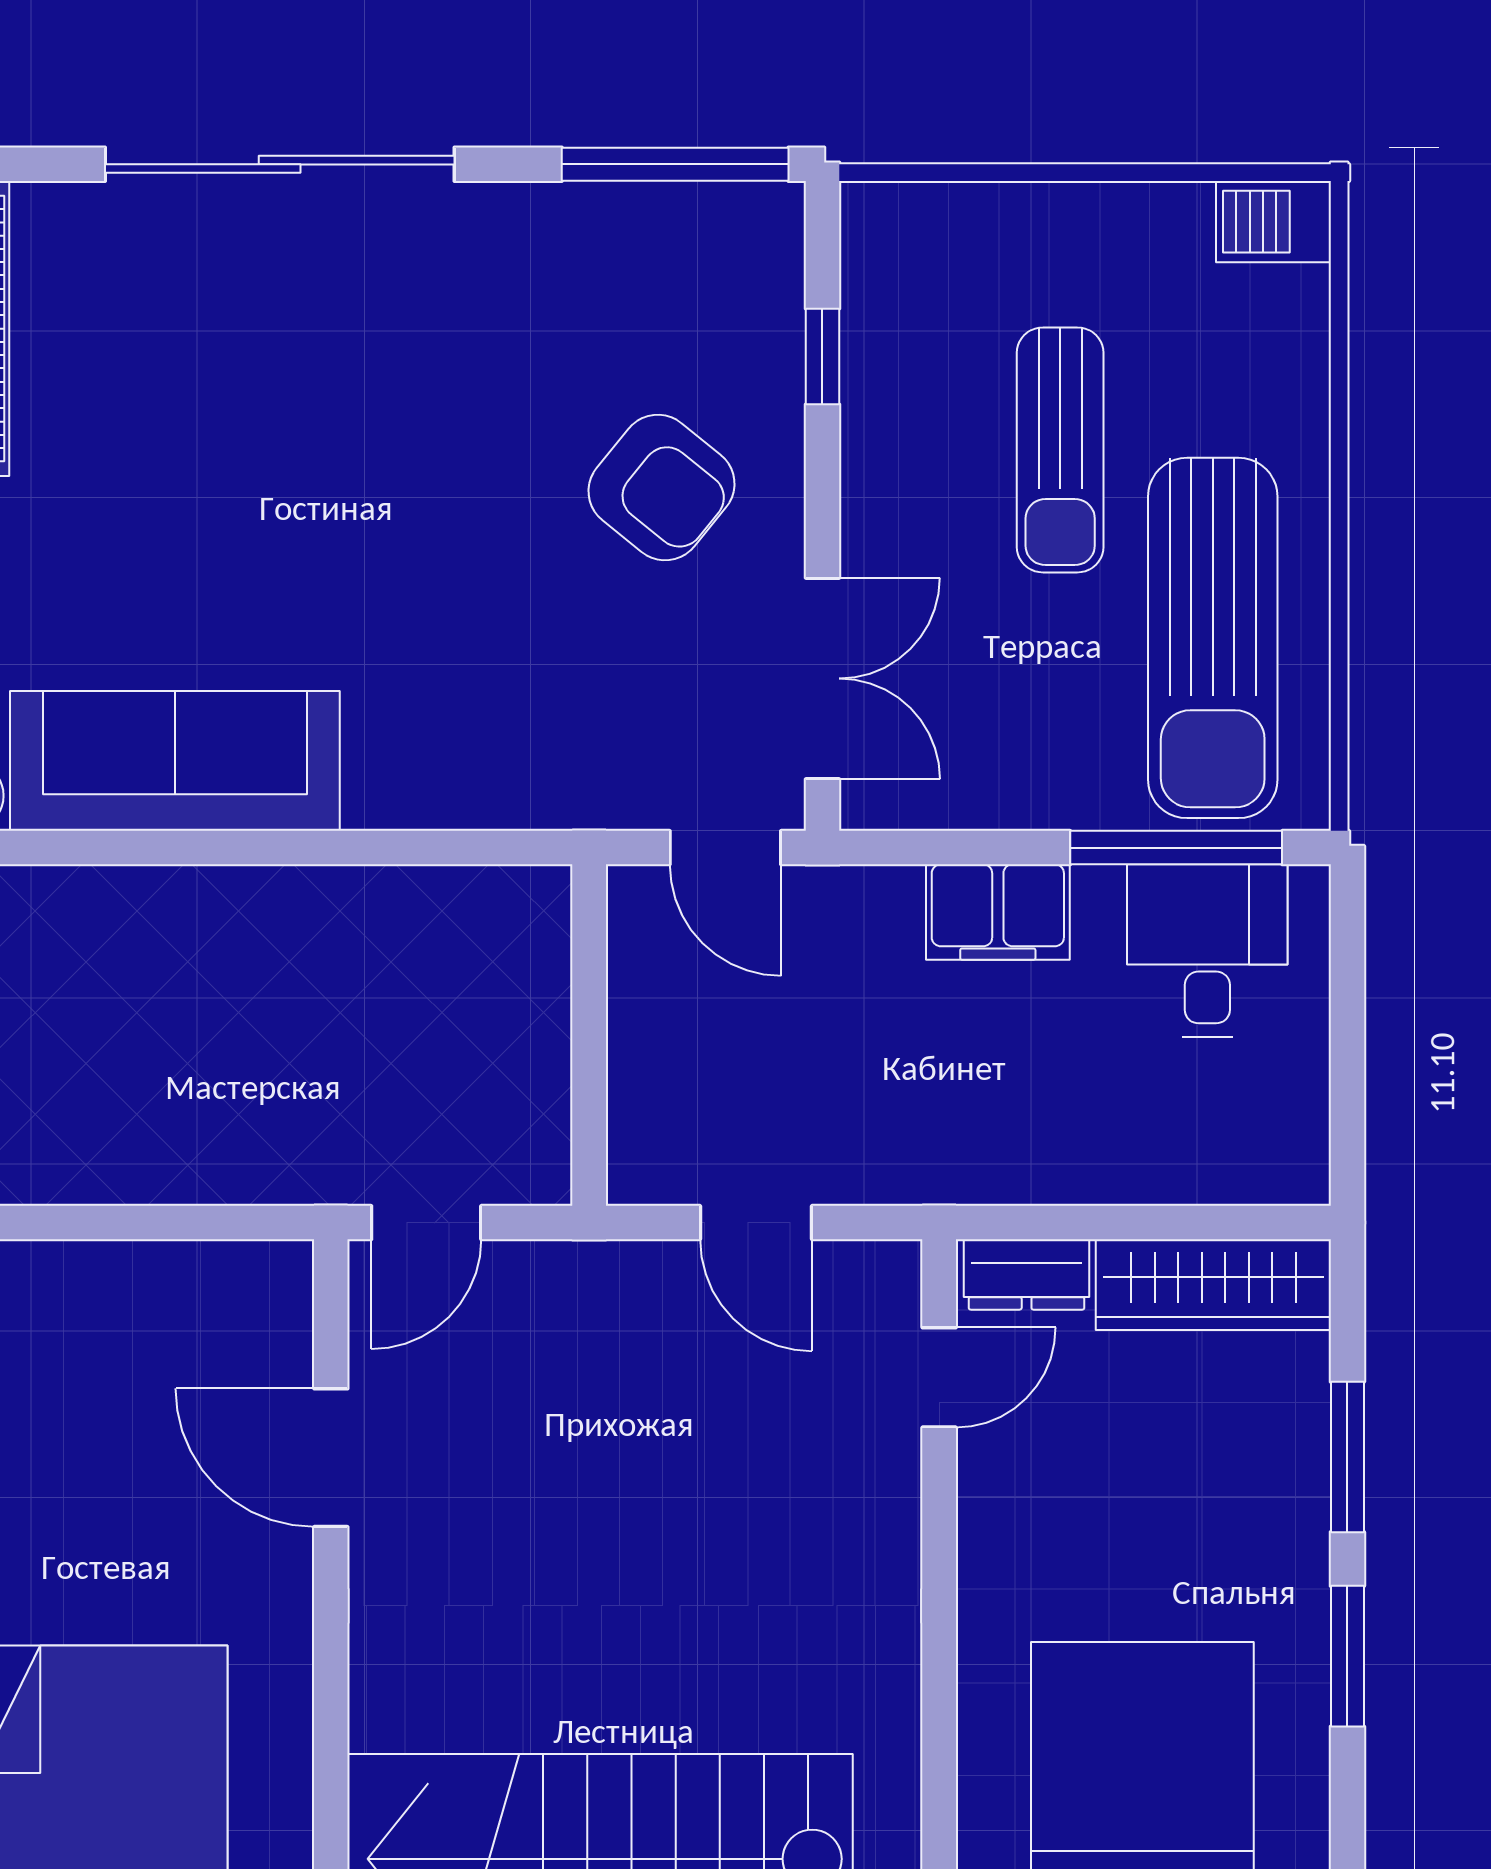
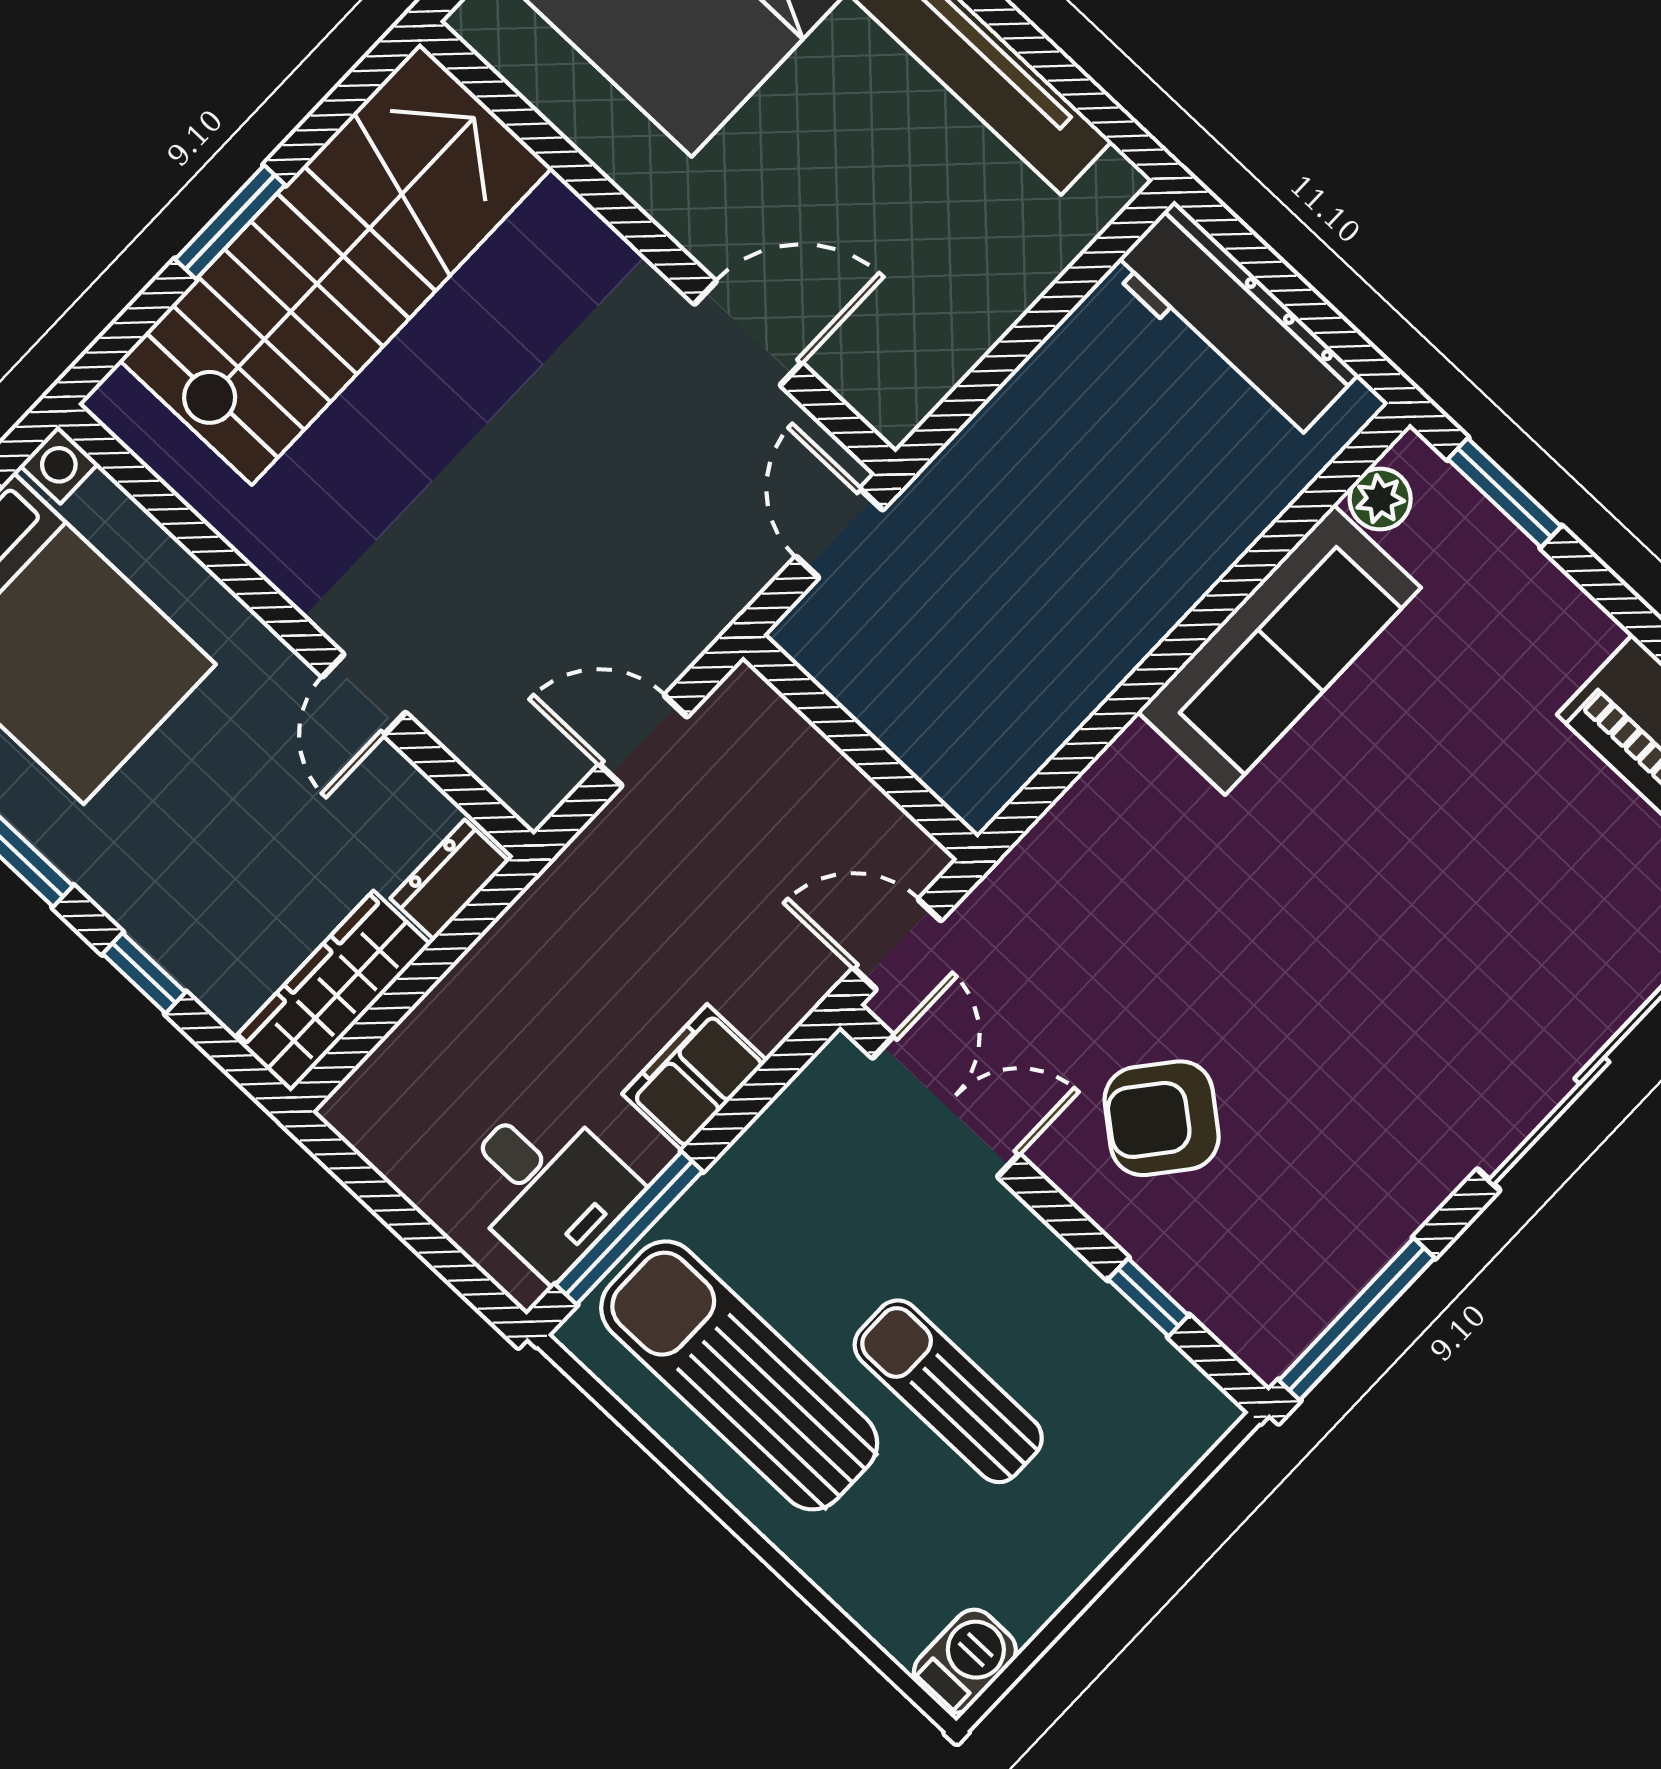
double door: (822, 678) -> (946, 1106), swing flipped
door: (939, 1377) -> (364, 695), moved
window: (1347, 1457) -> (144, 973), width x0.67

